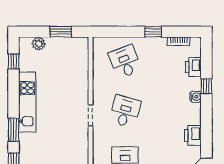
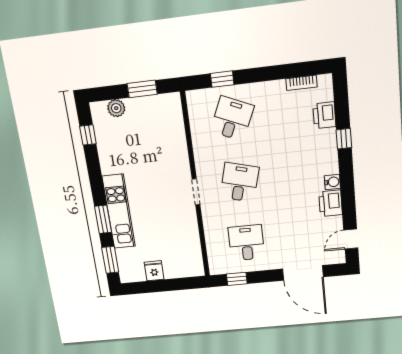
window: (153, 32) -> (222, 79), moved
desk: (125, 62) -> (232, 119), turned 45
water cooler: (196, 97) -> (332, 182), moved
kitchen unit: (27, 102) -> (119, 212), moved

